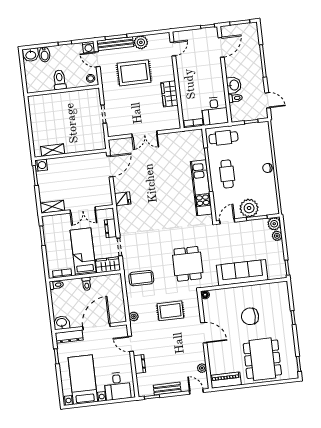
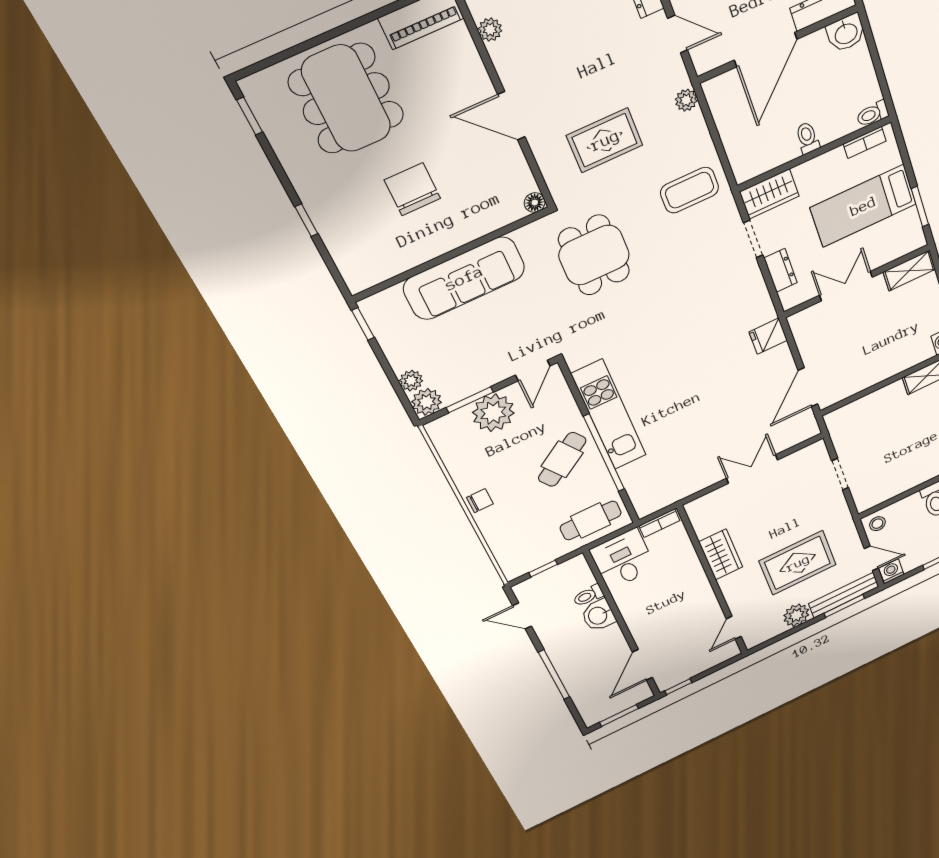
cafe table: (227, 174) -> (562, 459), turned 56
bed: (83, 252) -> (863, 206), moved, turned 90
chair: (250, 316) -> (412, 189), turned -90

